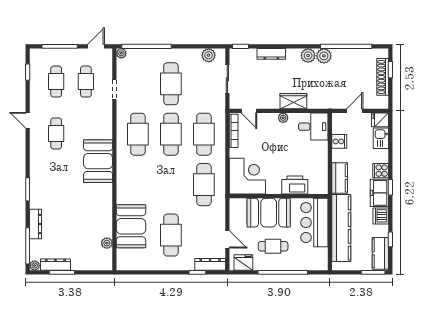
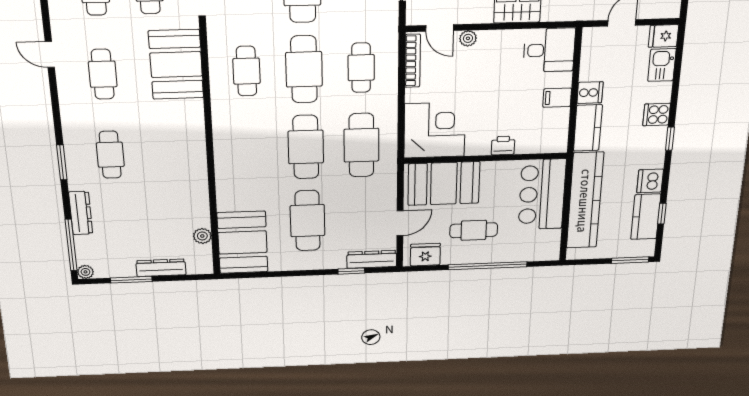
plant: (283, 118) -> (468, 38), moved
cafe table: (138, 134) -> (247, 71), width x0.73, depth x0.74
cafe table: (204, 134) -> (361, 68), width x0.73, depth x0.74
cooker: (339, 141) -> (590, 93), moved
filing cabinet: (320, 157) -> (557, 98), added
booth: (98, 161) -> (176, 65), moved
cafe table: (56, 185) -> (110, 155), added
cafe table: (171, 185) -> (306, 147), added
printer: (295, 185) -> (503, 145), width x0.53, depth x0.68
freezer: (379, 193) -> (651, 148), removed
booth: (269, 213) -> (444, 184), moved
booth: (131, 226) -> (242, 242), moved
door: (227, 239) -> (400, 223), hinge flipped
kitchen counter: (380, 253) -> (646, 217), moved
dresser: (55, 265) -> (161, 268), moved

